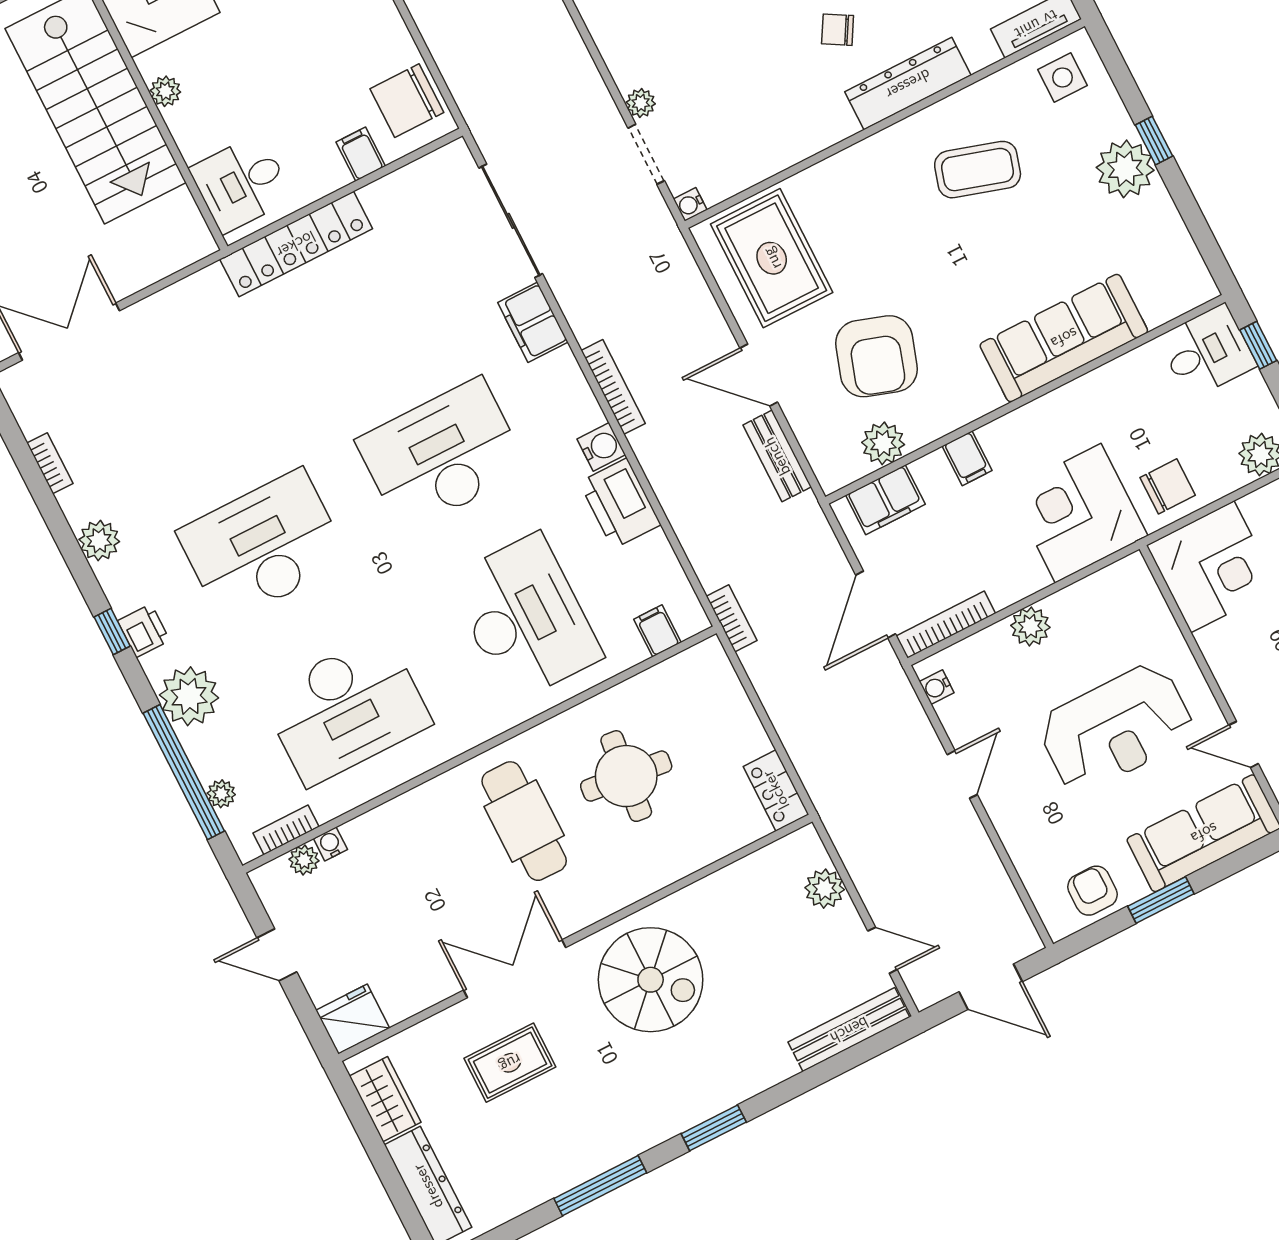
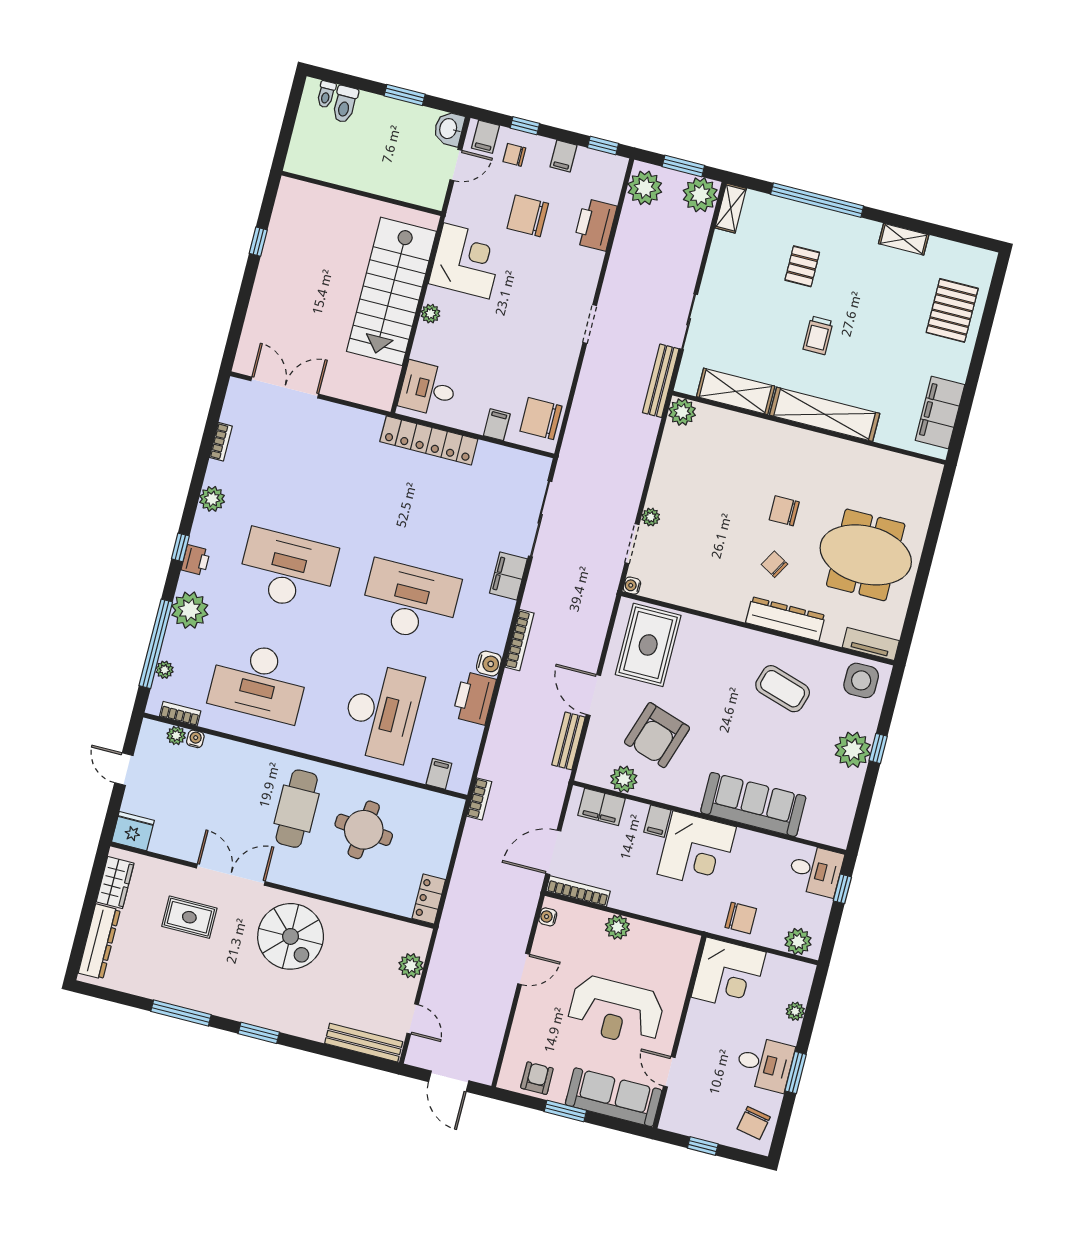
side table: (1062, 77) -> (861, 680), width x1.37, depth x1.37
corner desk: (1078, 513) -> (697, 851), moved, turned 180

